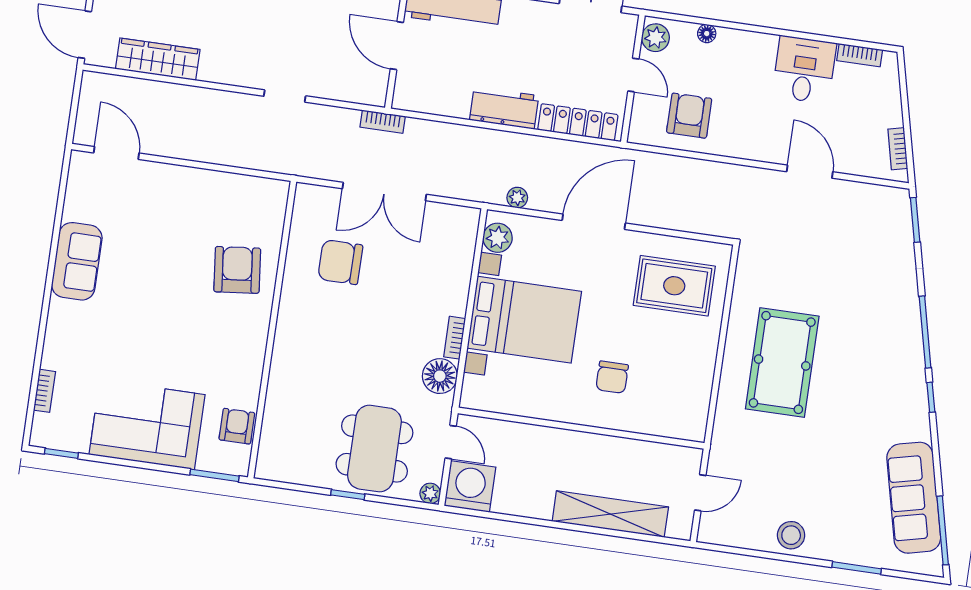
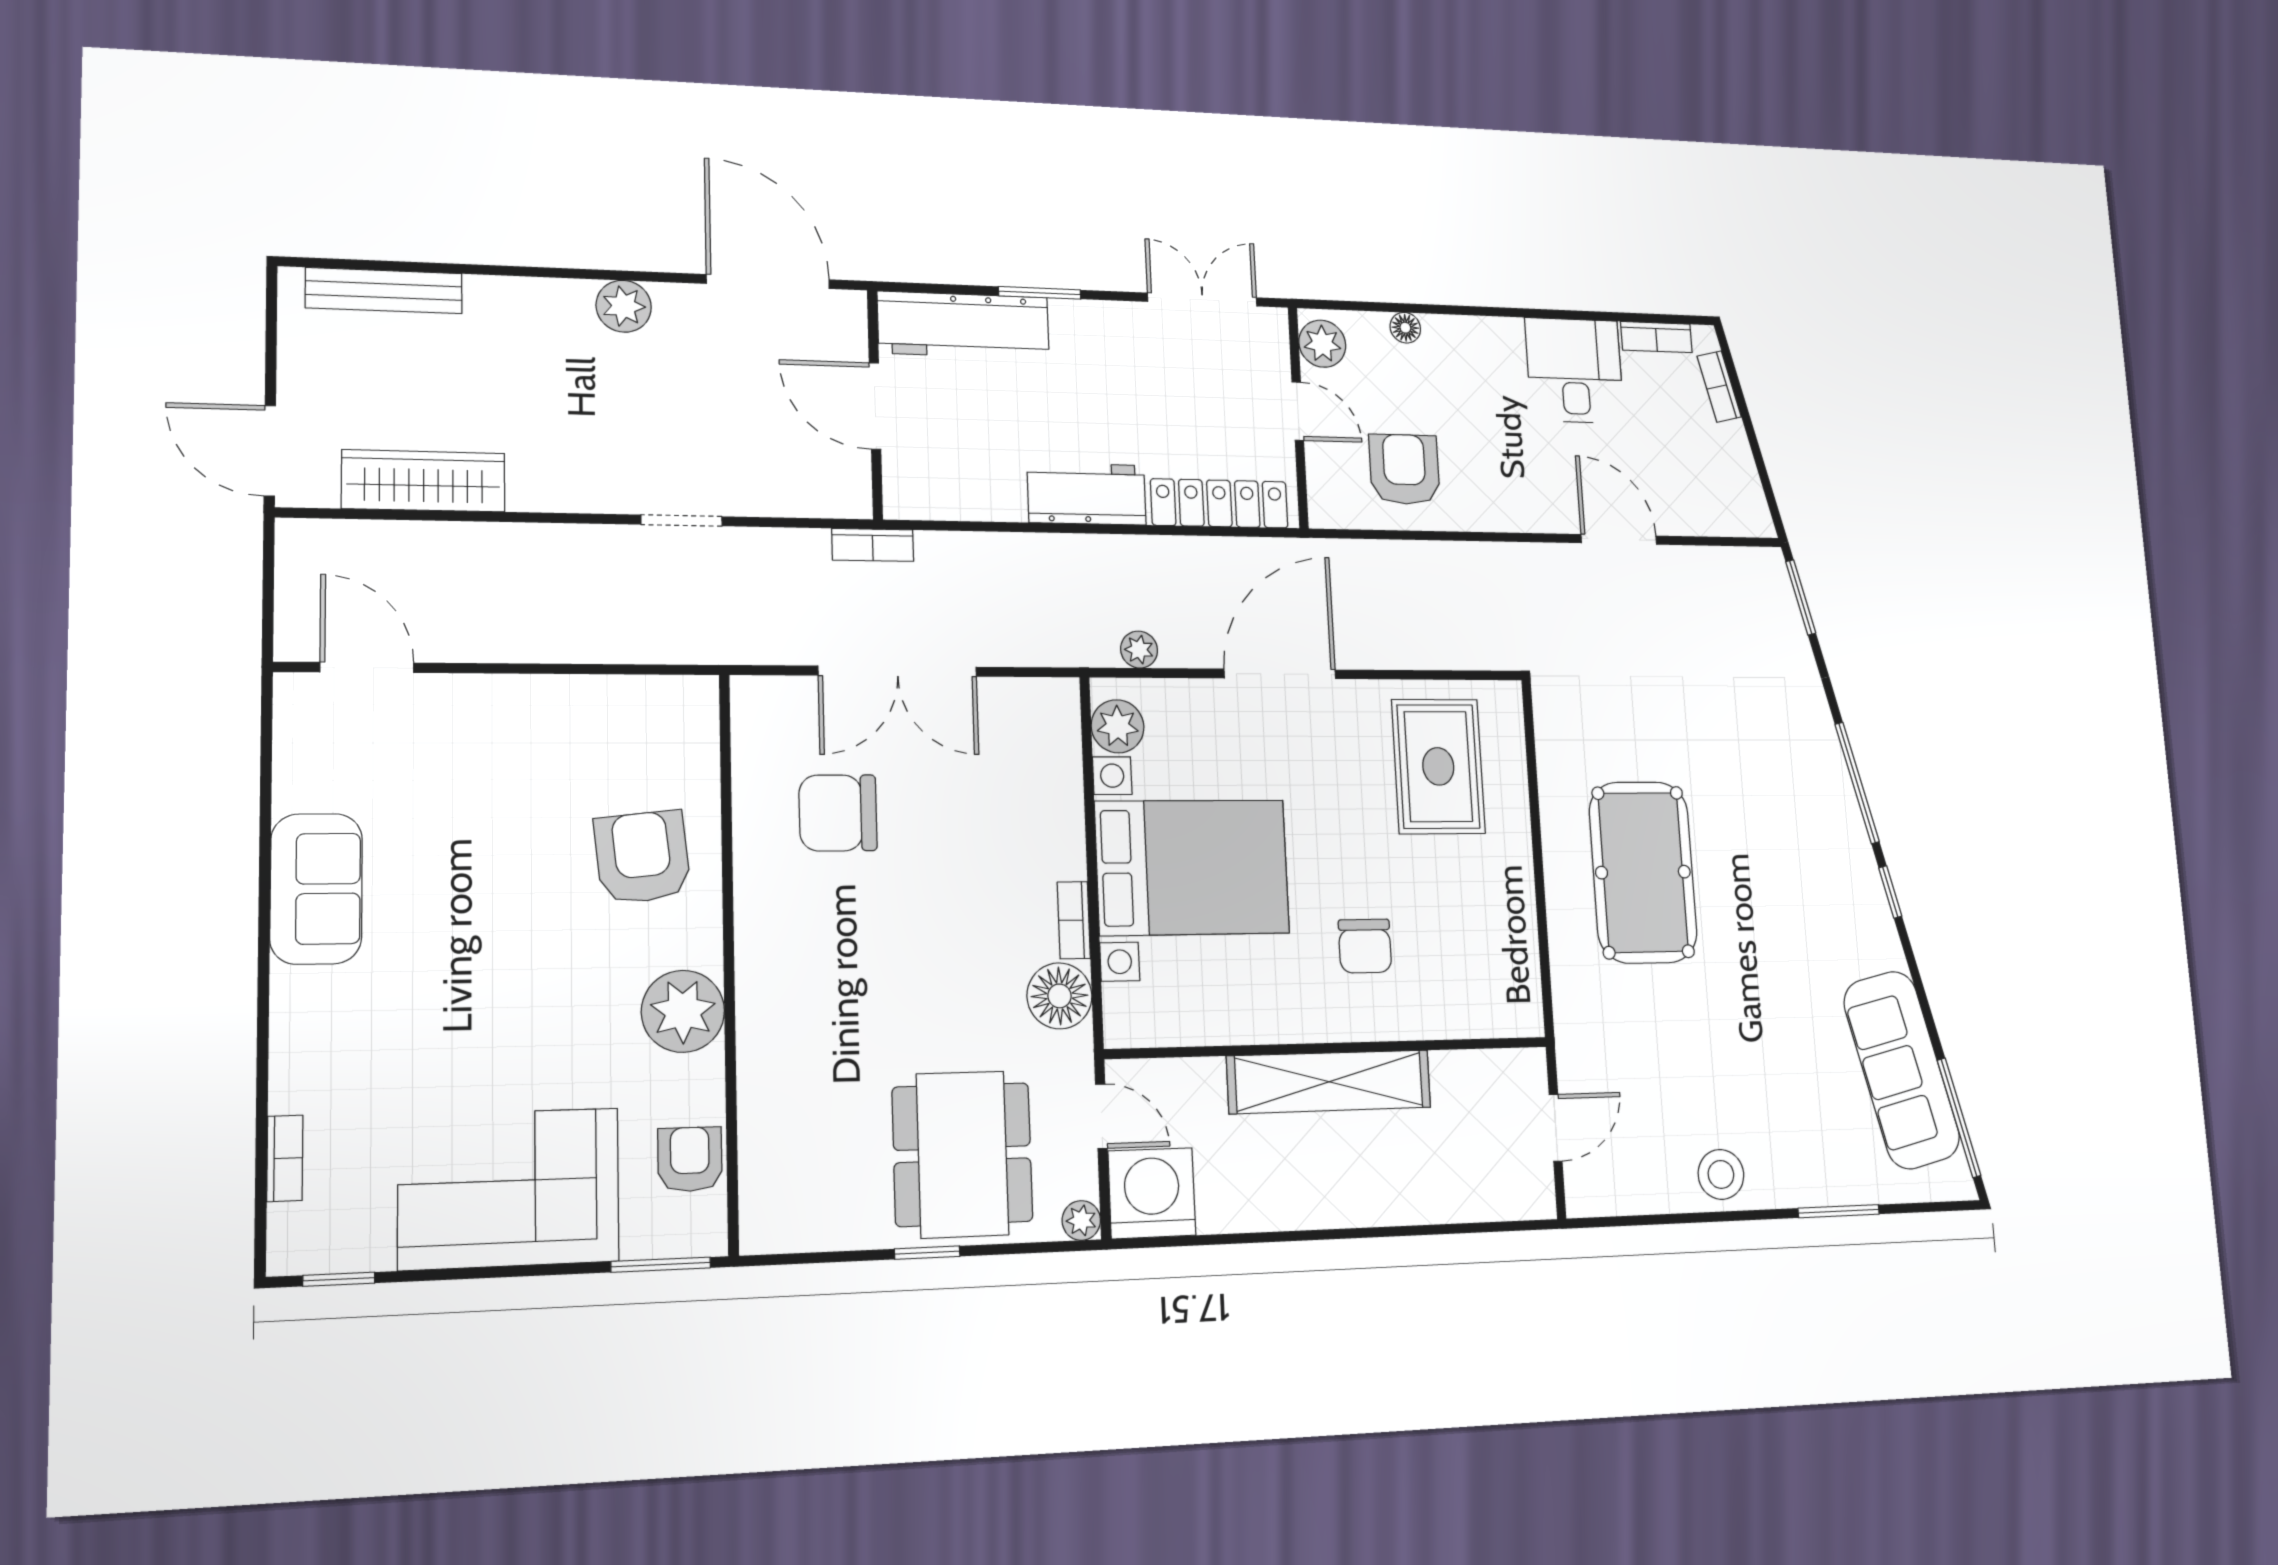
bookcase: (898, 149) -> (1719, 387), moved
rug: (674, 286) -> (1438, 766), turned 90
plant: (245, 352) -> (683, 1011), added
shelving: (610, 514) -> (1329, 1082), moved

